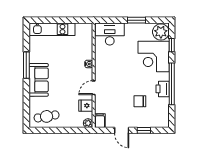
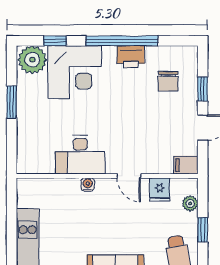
desk: (110, 34) -> (80, 155), moved, turned -90
chair: (140, 101) -> (168, 81), moved
plant: (88, 123) -> (190, 203), moved
window: (62, 130) -> (203, 230), added

